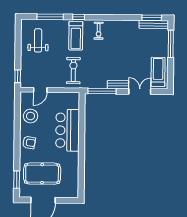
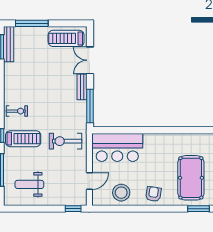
door: (40, 90) -> (89, 181), hinge flipped
bar counter: (68, 130) -> (117, 147), moved

